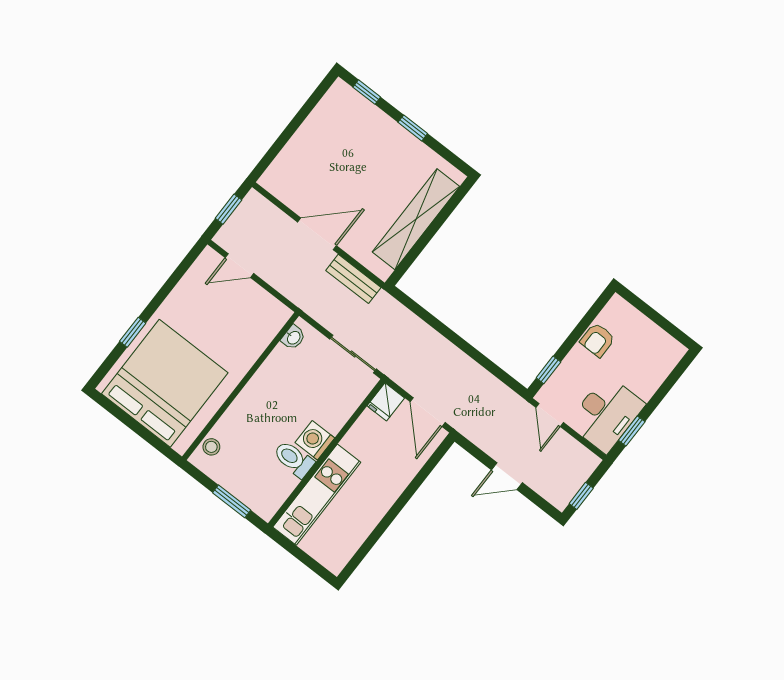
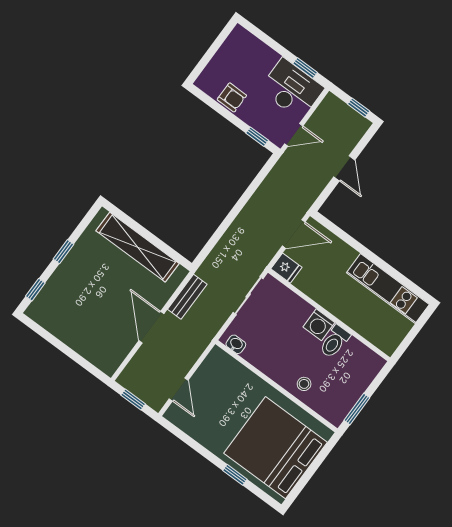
stool: (211, 447) -> (304, 384), moved
kitchen unit: (317, 495) -> (388, 289), moved, turned 180
window: (232, 501) -> (357, 409), moved

